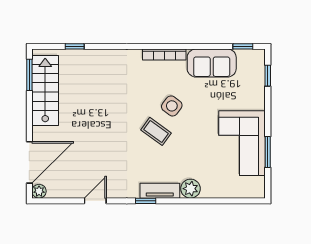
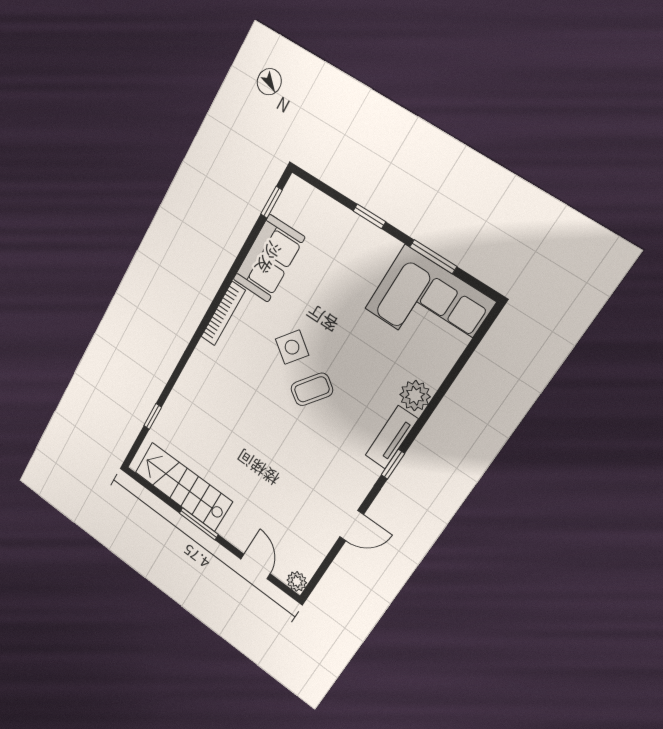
window: (29, 75) -> (199, 524), moved
window: (268, 76) -> (369, 216), moved
corner sofa: (242, 143) -> (429, 305), moved
door: (29, 162) -> (255, 566), width x0.53
door: (95, 201) -> (352, 526), swing flipped

